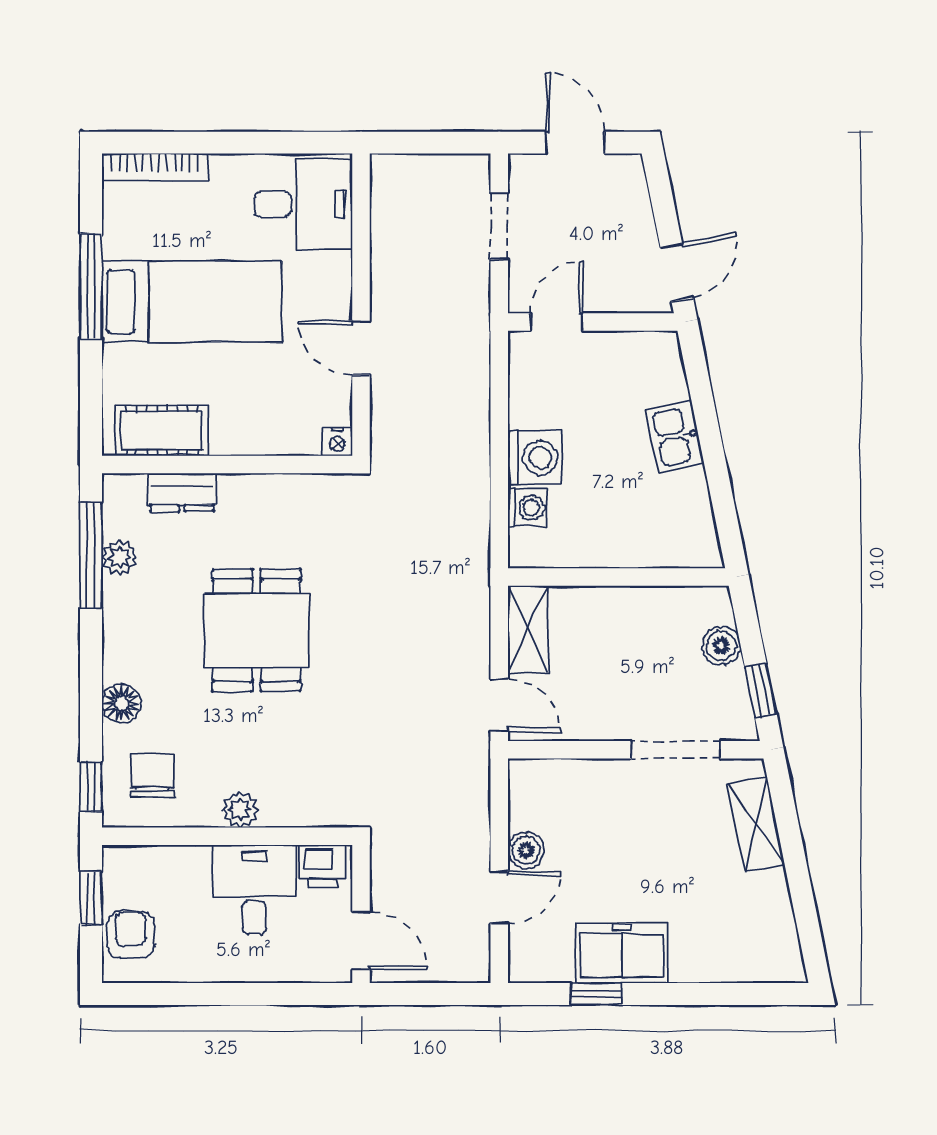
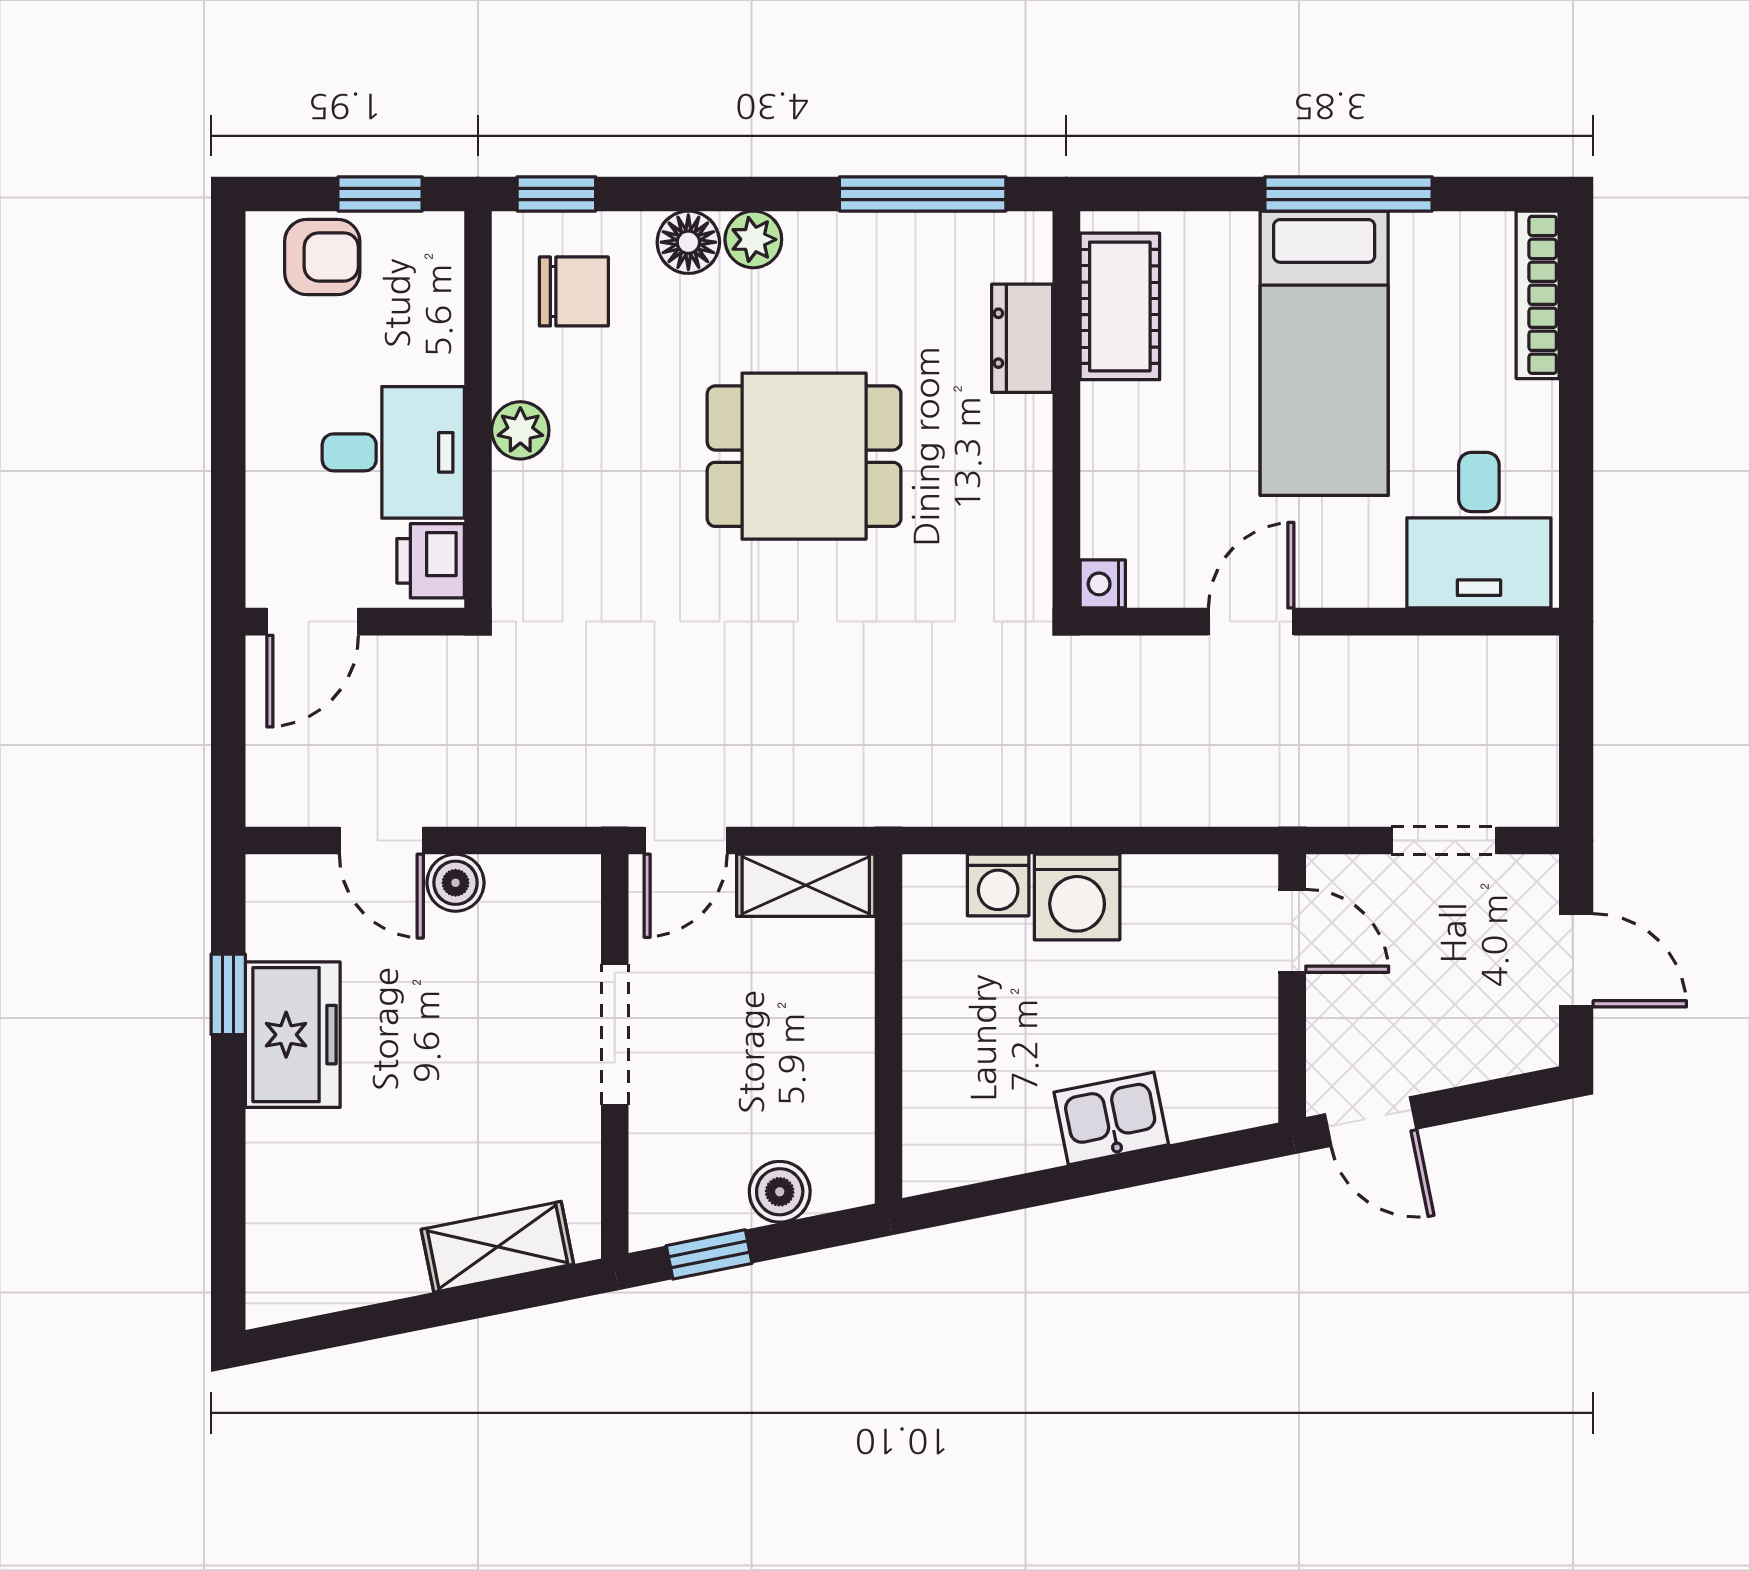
door: (575, 143) -> (1576, 960), hinge flipped
plant: (120, 558) -> (753, 239), moved
doorway: (676, 750) -> (615, 1034), moved

